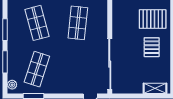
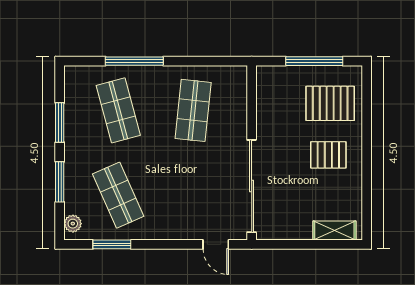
pallet: (152, 47) -> (328, 155), turned 90
shop shelf: (37, 69) -> (118, 195), turned -42

